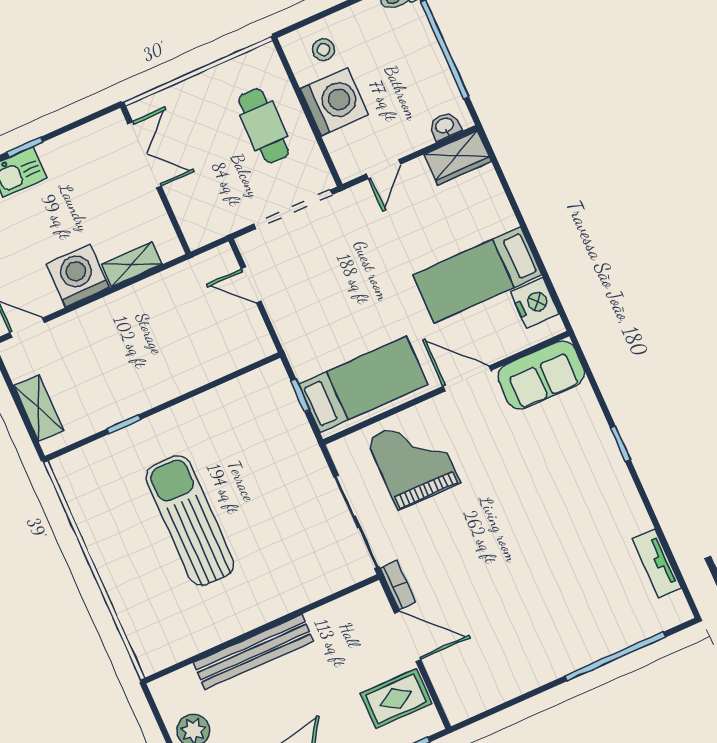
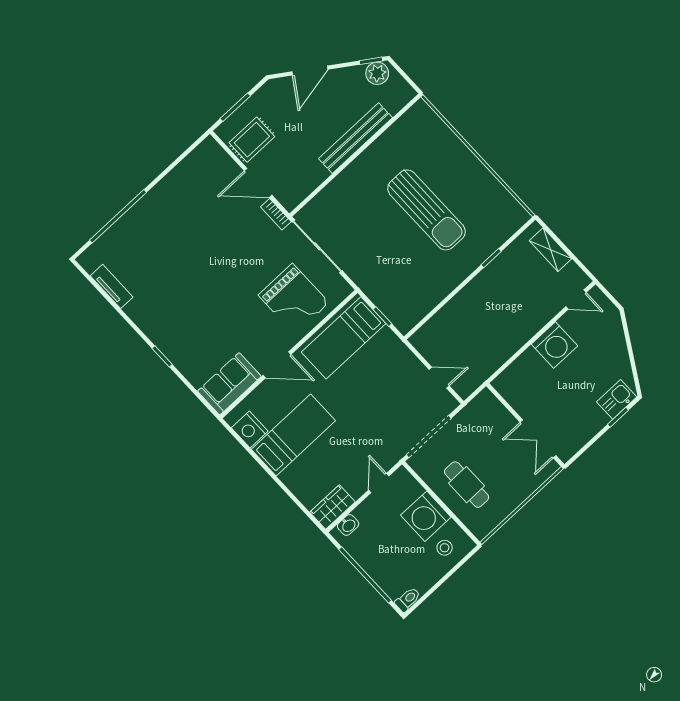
shelving: (132, 264) -> (522, 365), removed

